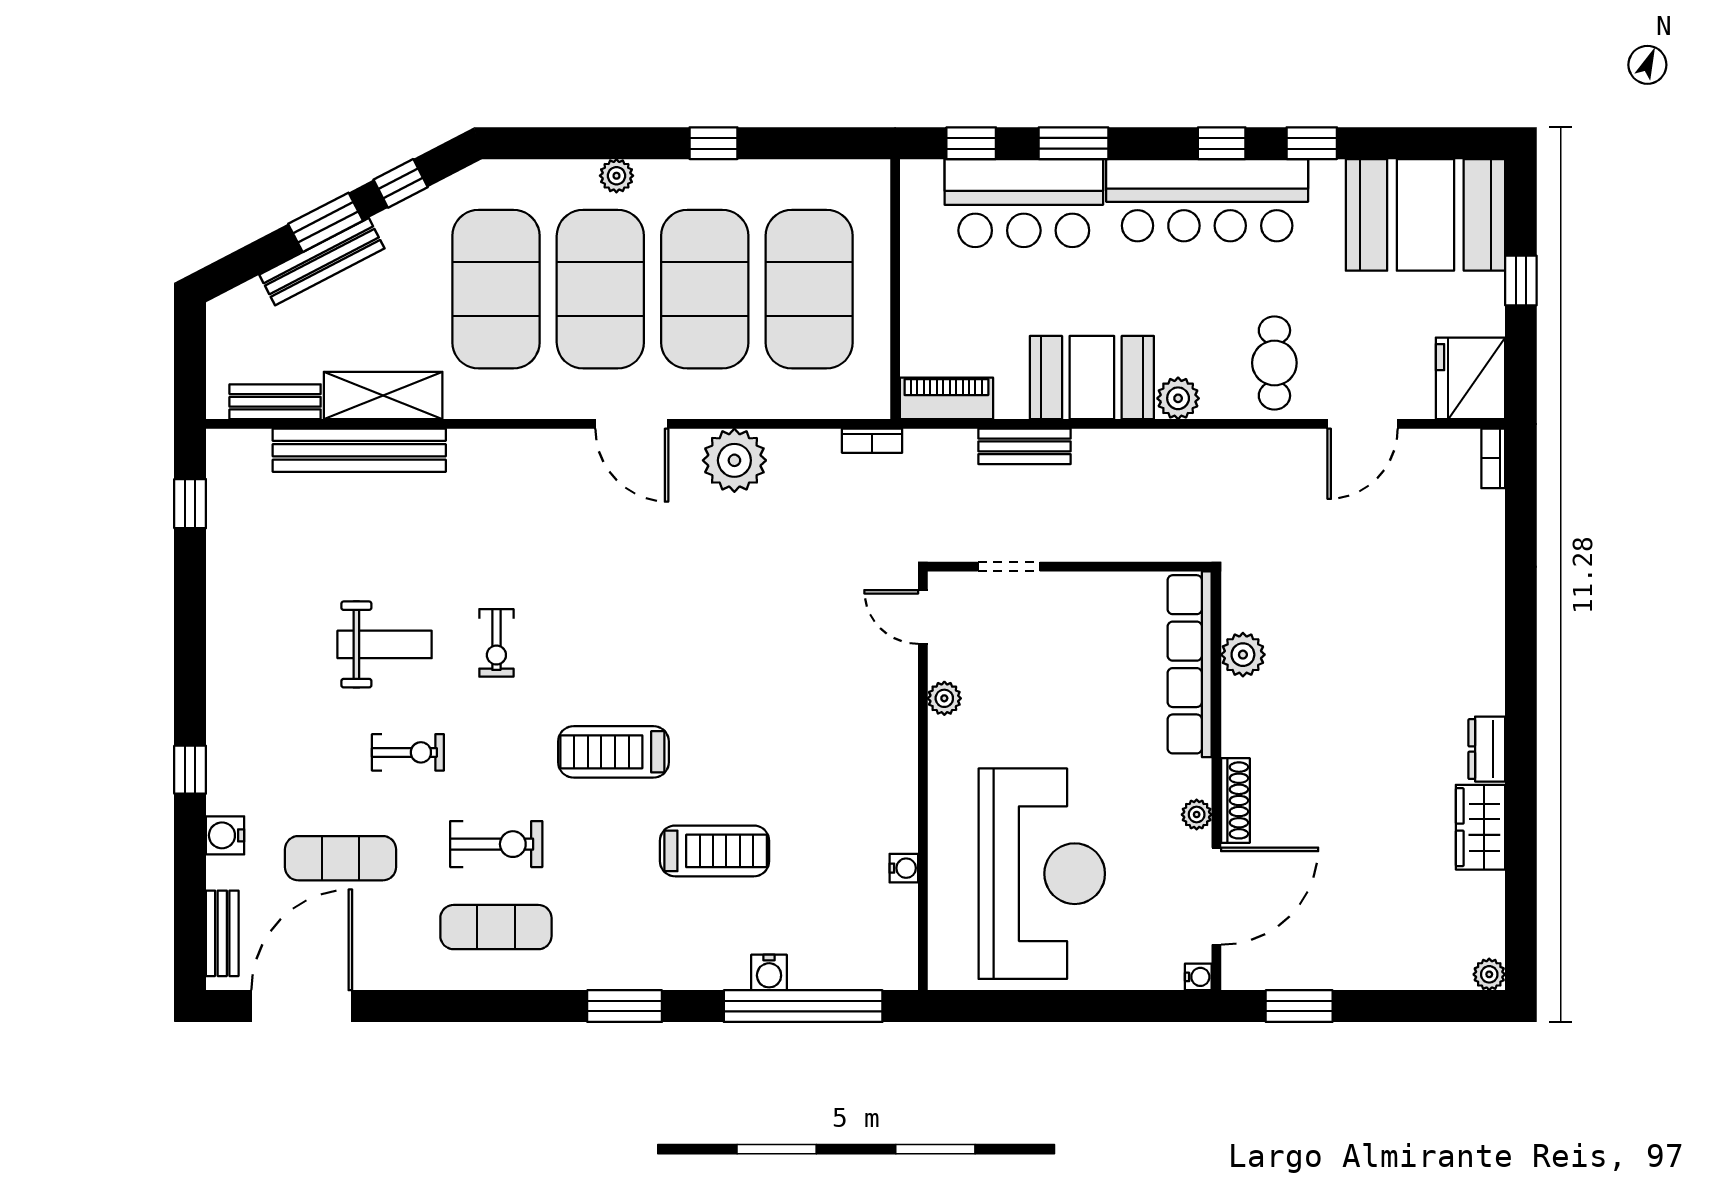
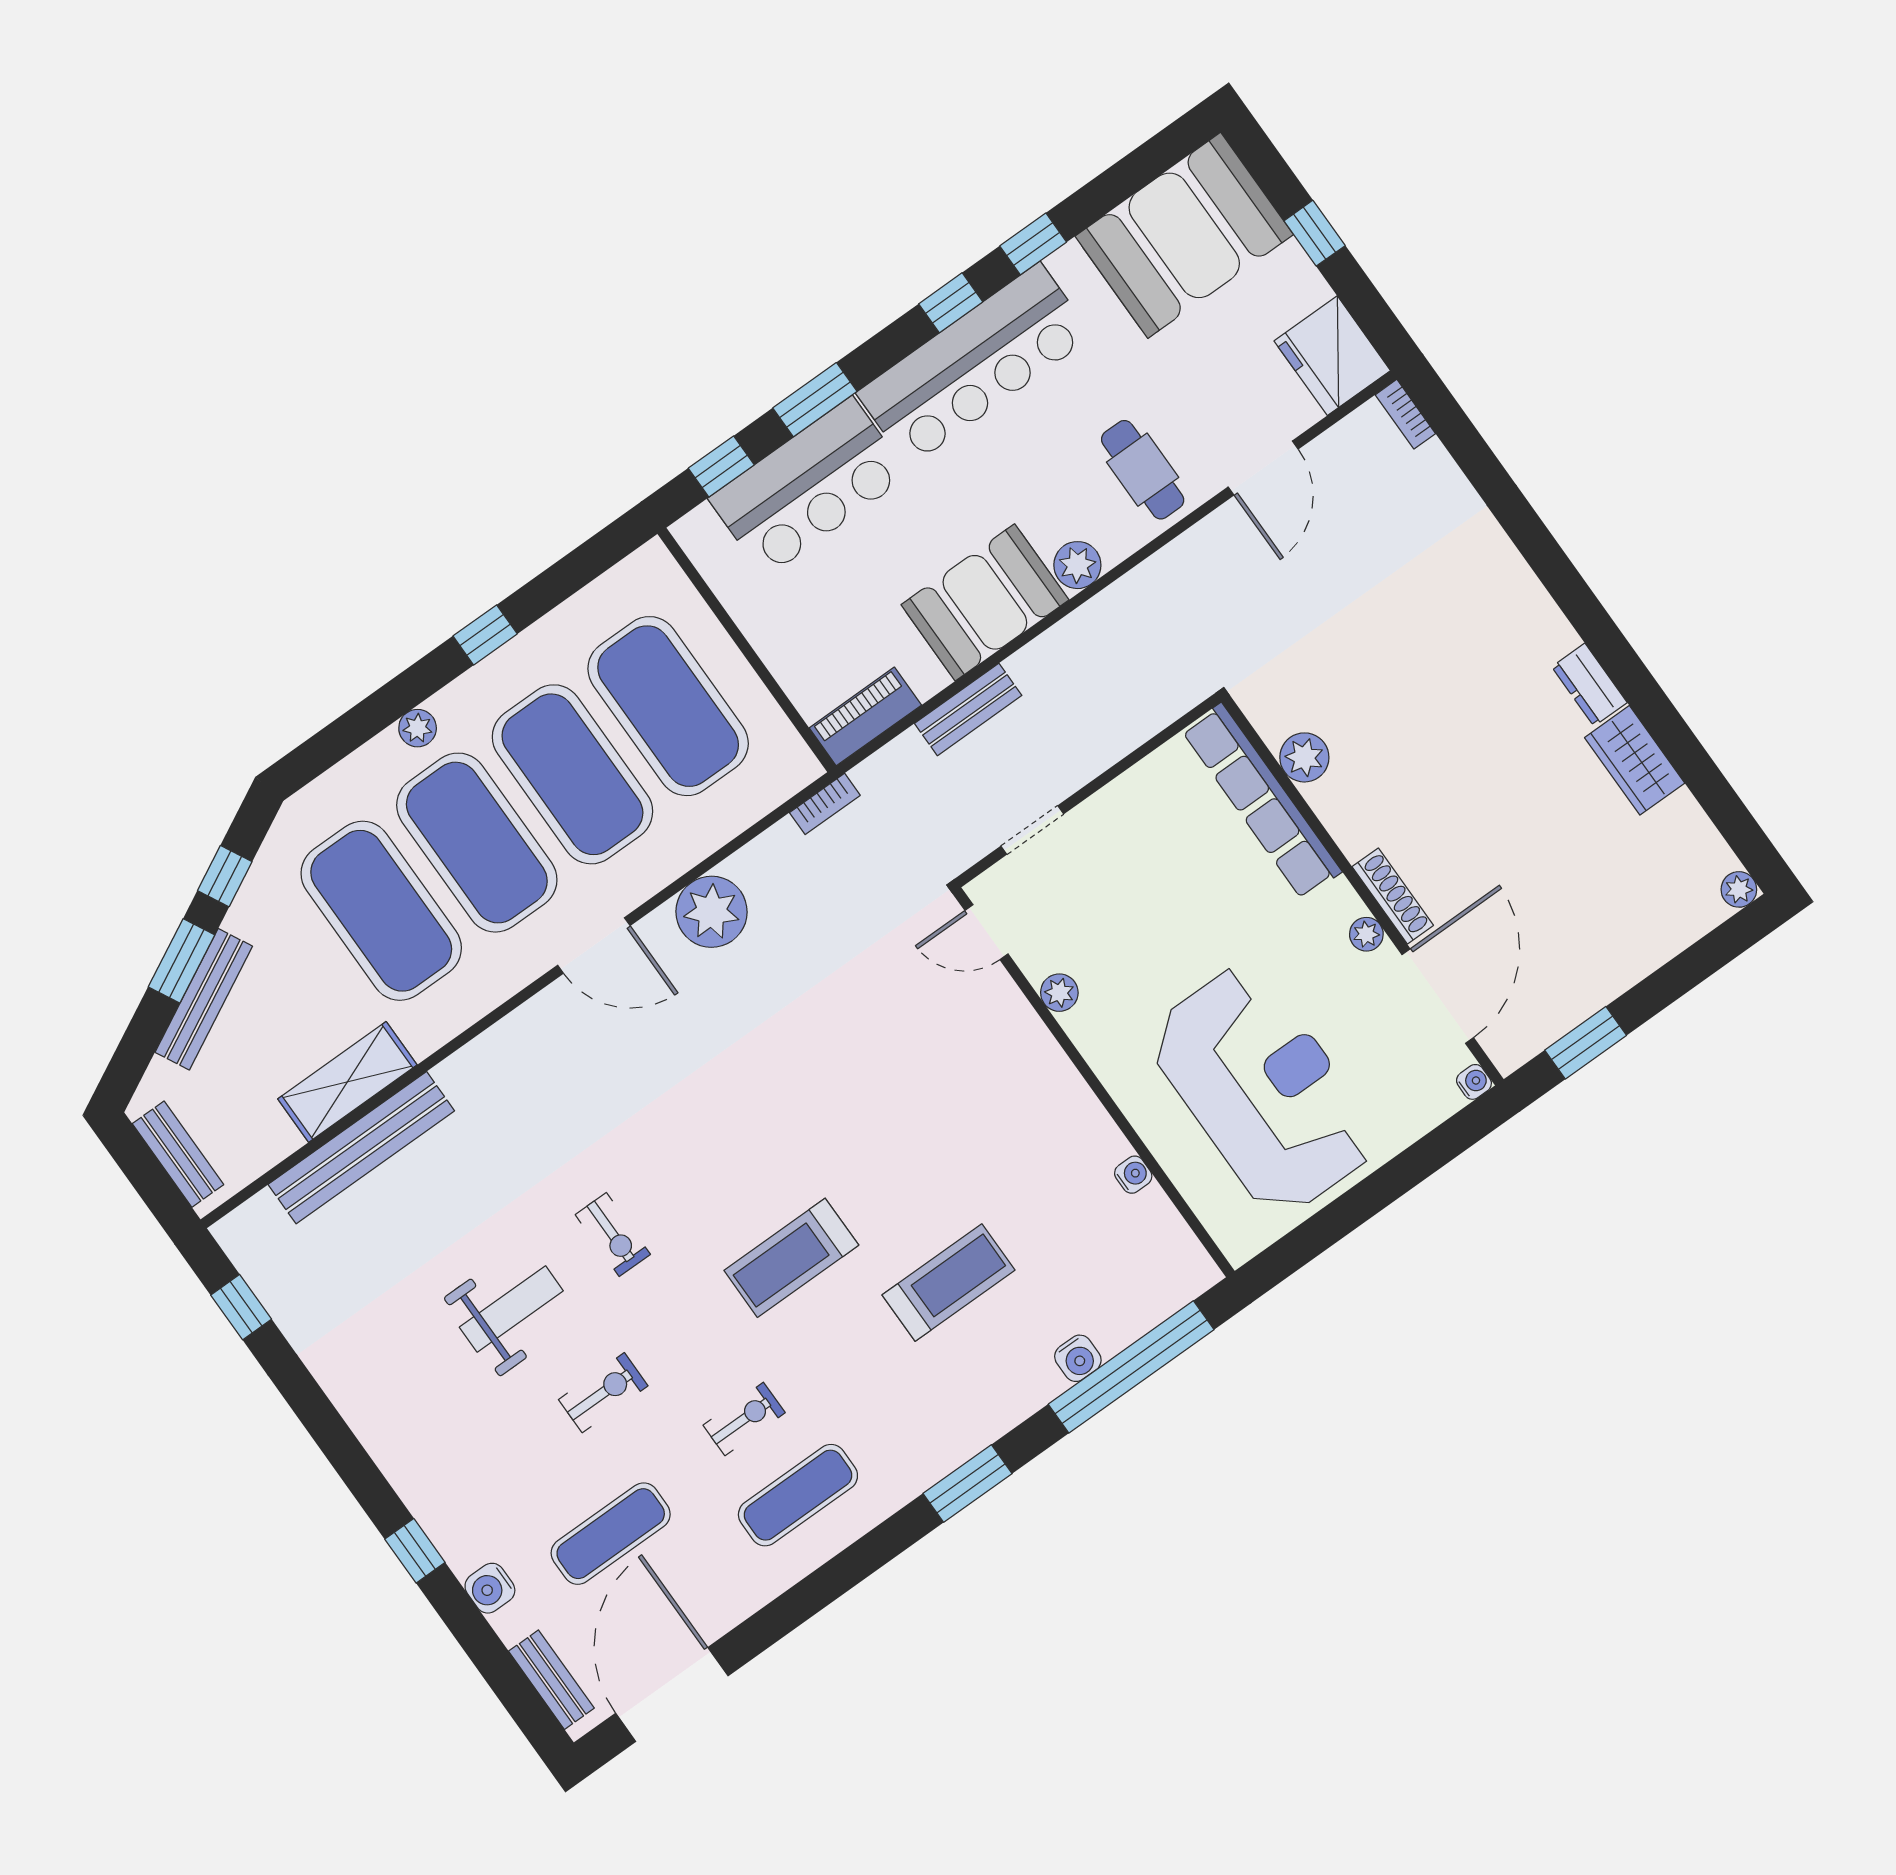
bench: (275, 402) -> (178, 1154), moved, turned 90
exercise bike: (496, 844) -> (744, 1419), width x0.73, depth x0.72

